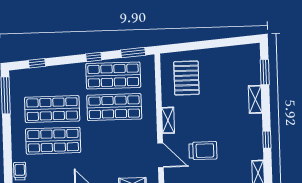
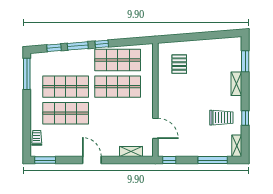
window: (133, 53) -> (78, 46), moved
pallet: (186, 78) -> (179, 64), width x0.67, depth x0.71
shelving: (168, 120) -> (163, 99), removed
trolley: (203, 151) -> (221, 118), moved

